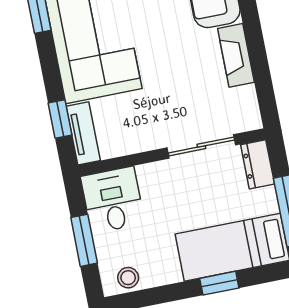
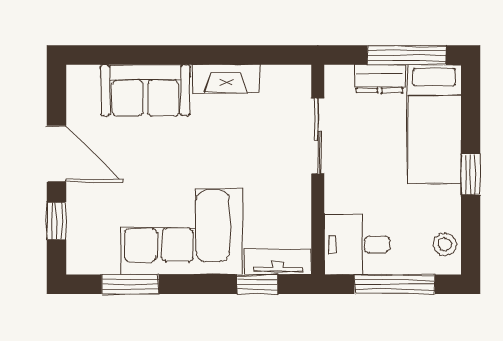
dresser: (258, 164) -> (380, 79), moved
window: (84, 240) -> (395, 284), width x1.44
window: (219, 283) -> (471, 175), moved

